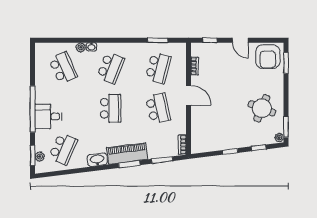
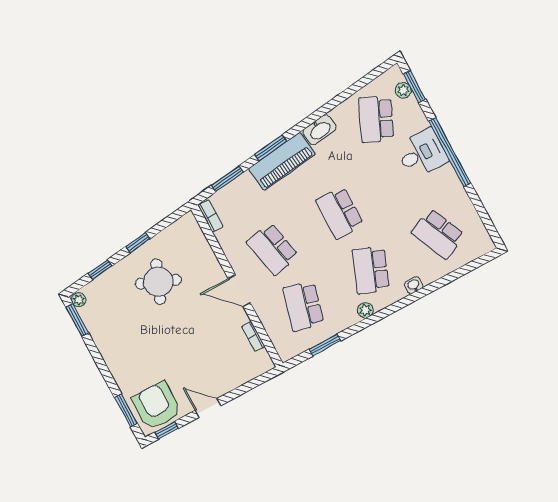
window: (210, 40) -> (167, 430), moved
plant: (81, 47) -> (365, 310), moved
round table: (262, 108) -> (158, 282), moved

